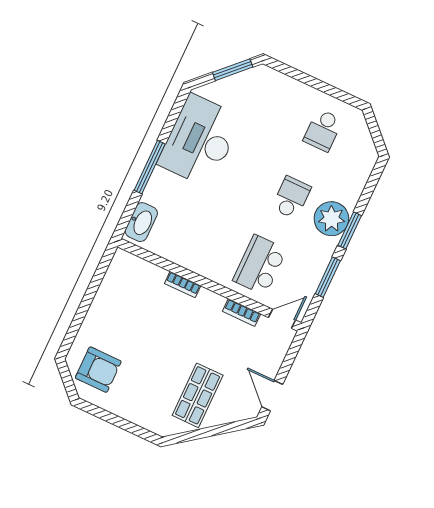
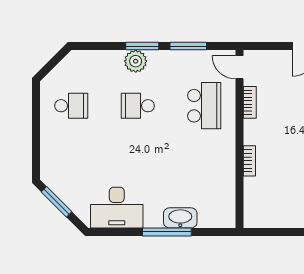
desk: (200, 141) -> (117, 208), width x0.73, depth x0.77
plant: (331, 219) -> (136, 61), width x0.73, depth x0.73
washbasin: (141, 222) -> (180, 218), moved
school desk: (260, 265) -> (204, 106), turned -90

